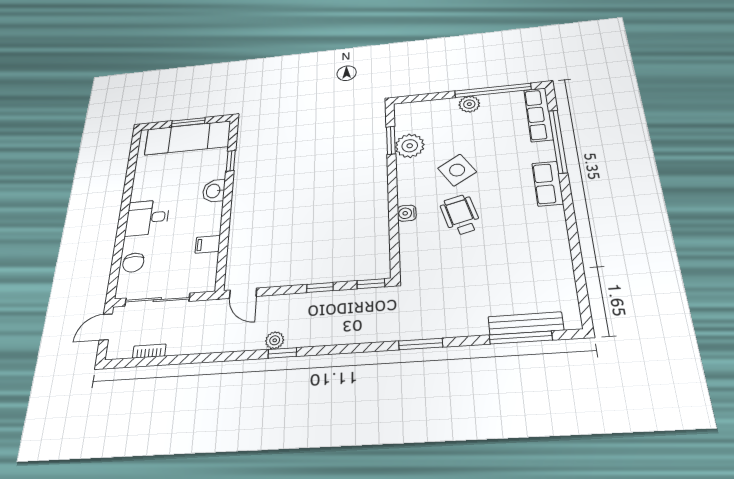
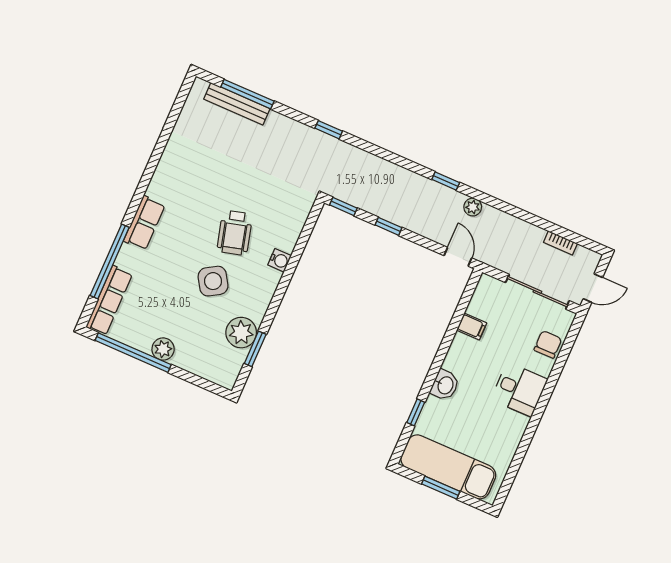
plant: (275, 340) -> (473, 207), moved
window: (421, 344) -> (329, 130), width x0.67

